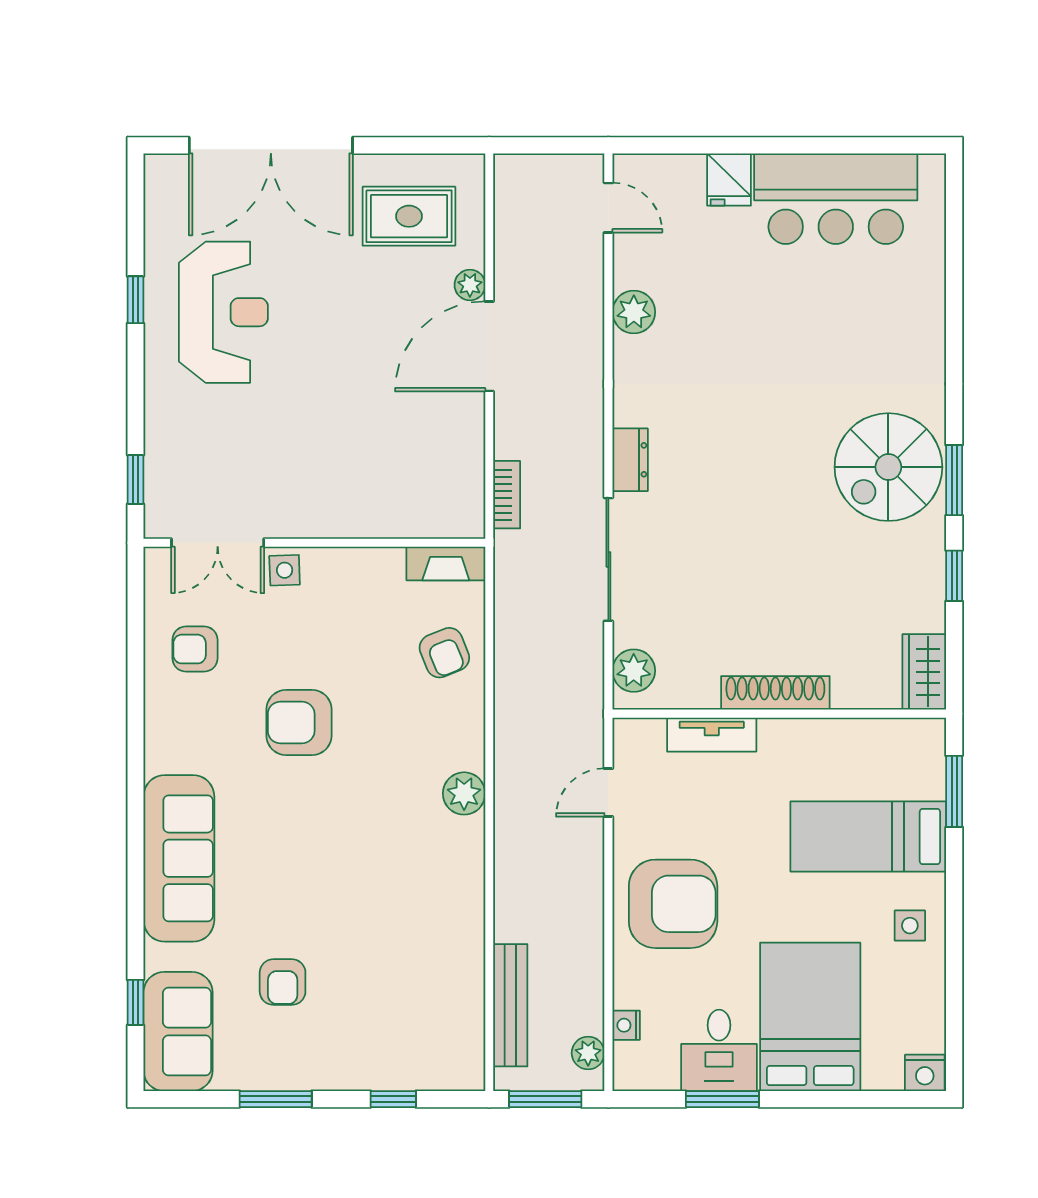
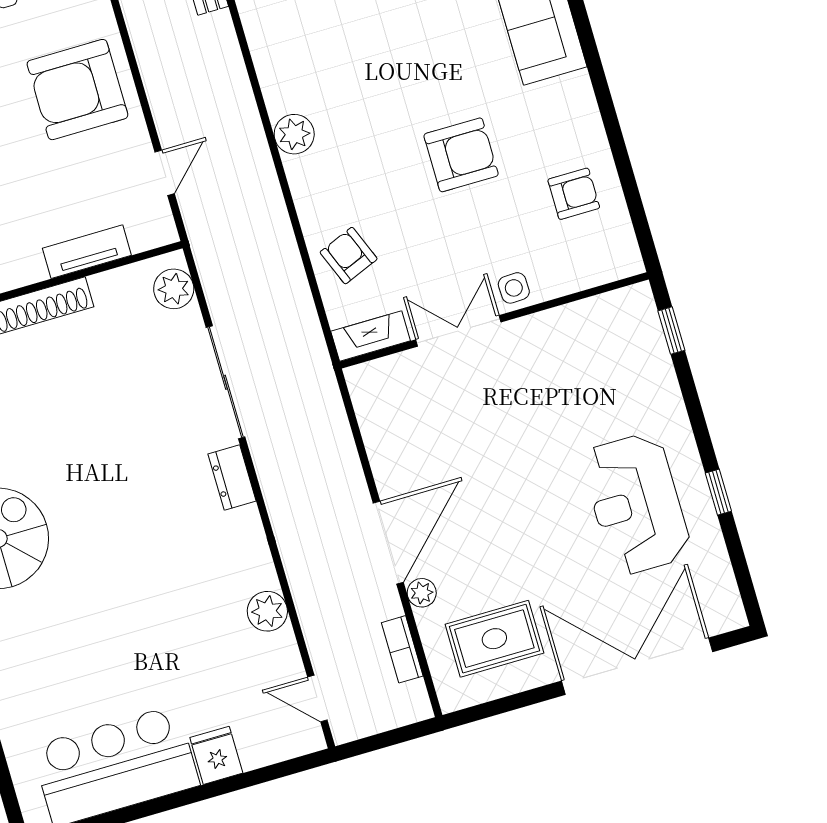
bookcase: (507, 495) -> (402, 649), moved
double door: (218, 543) -> (458, 331), moved

